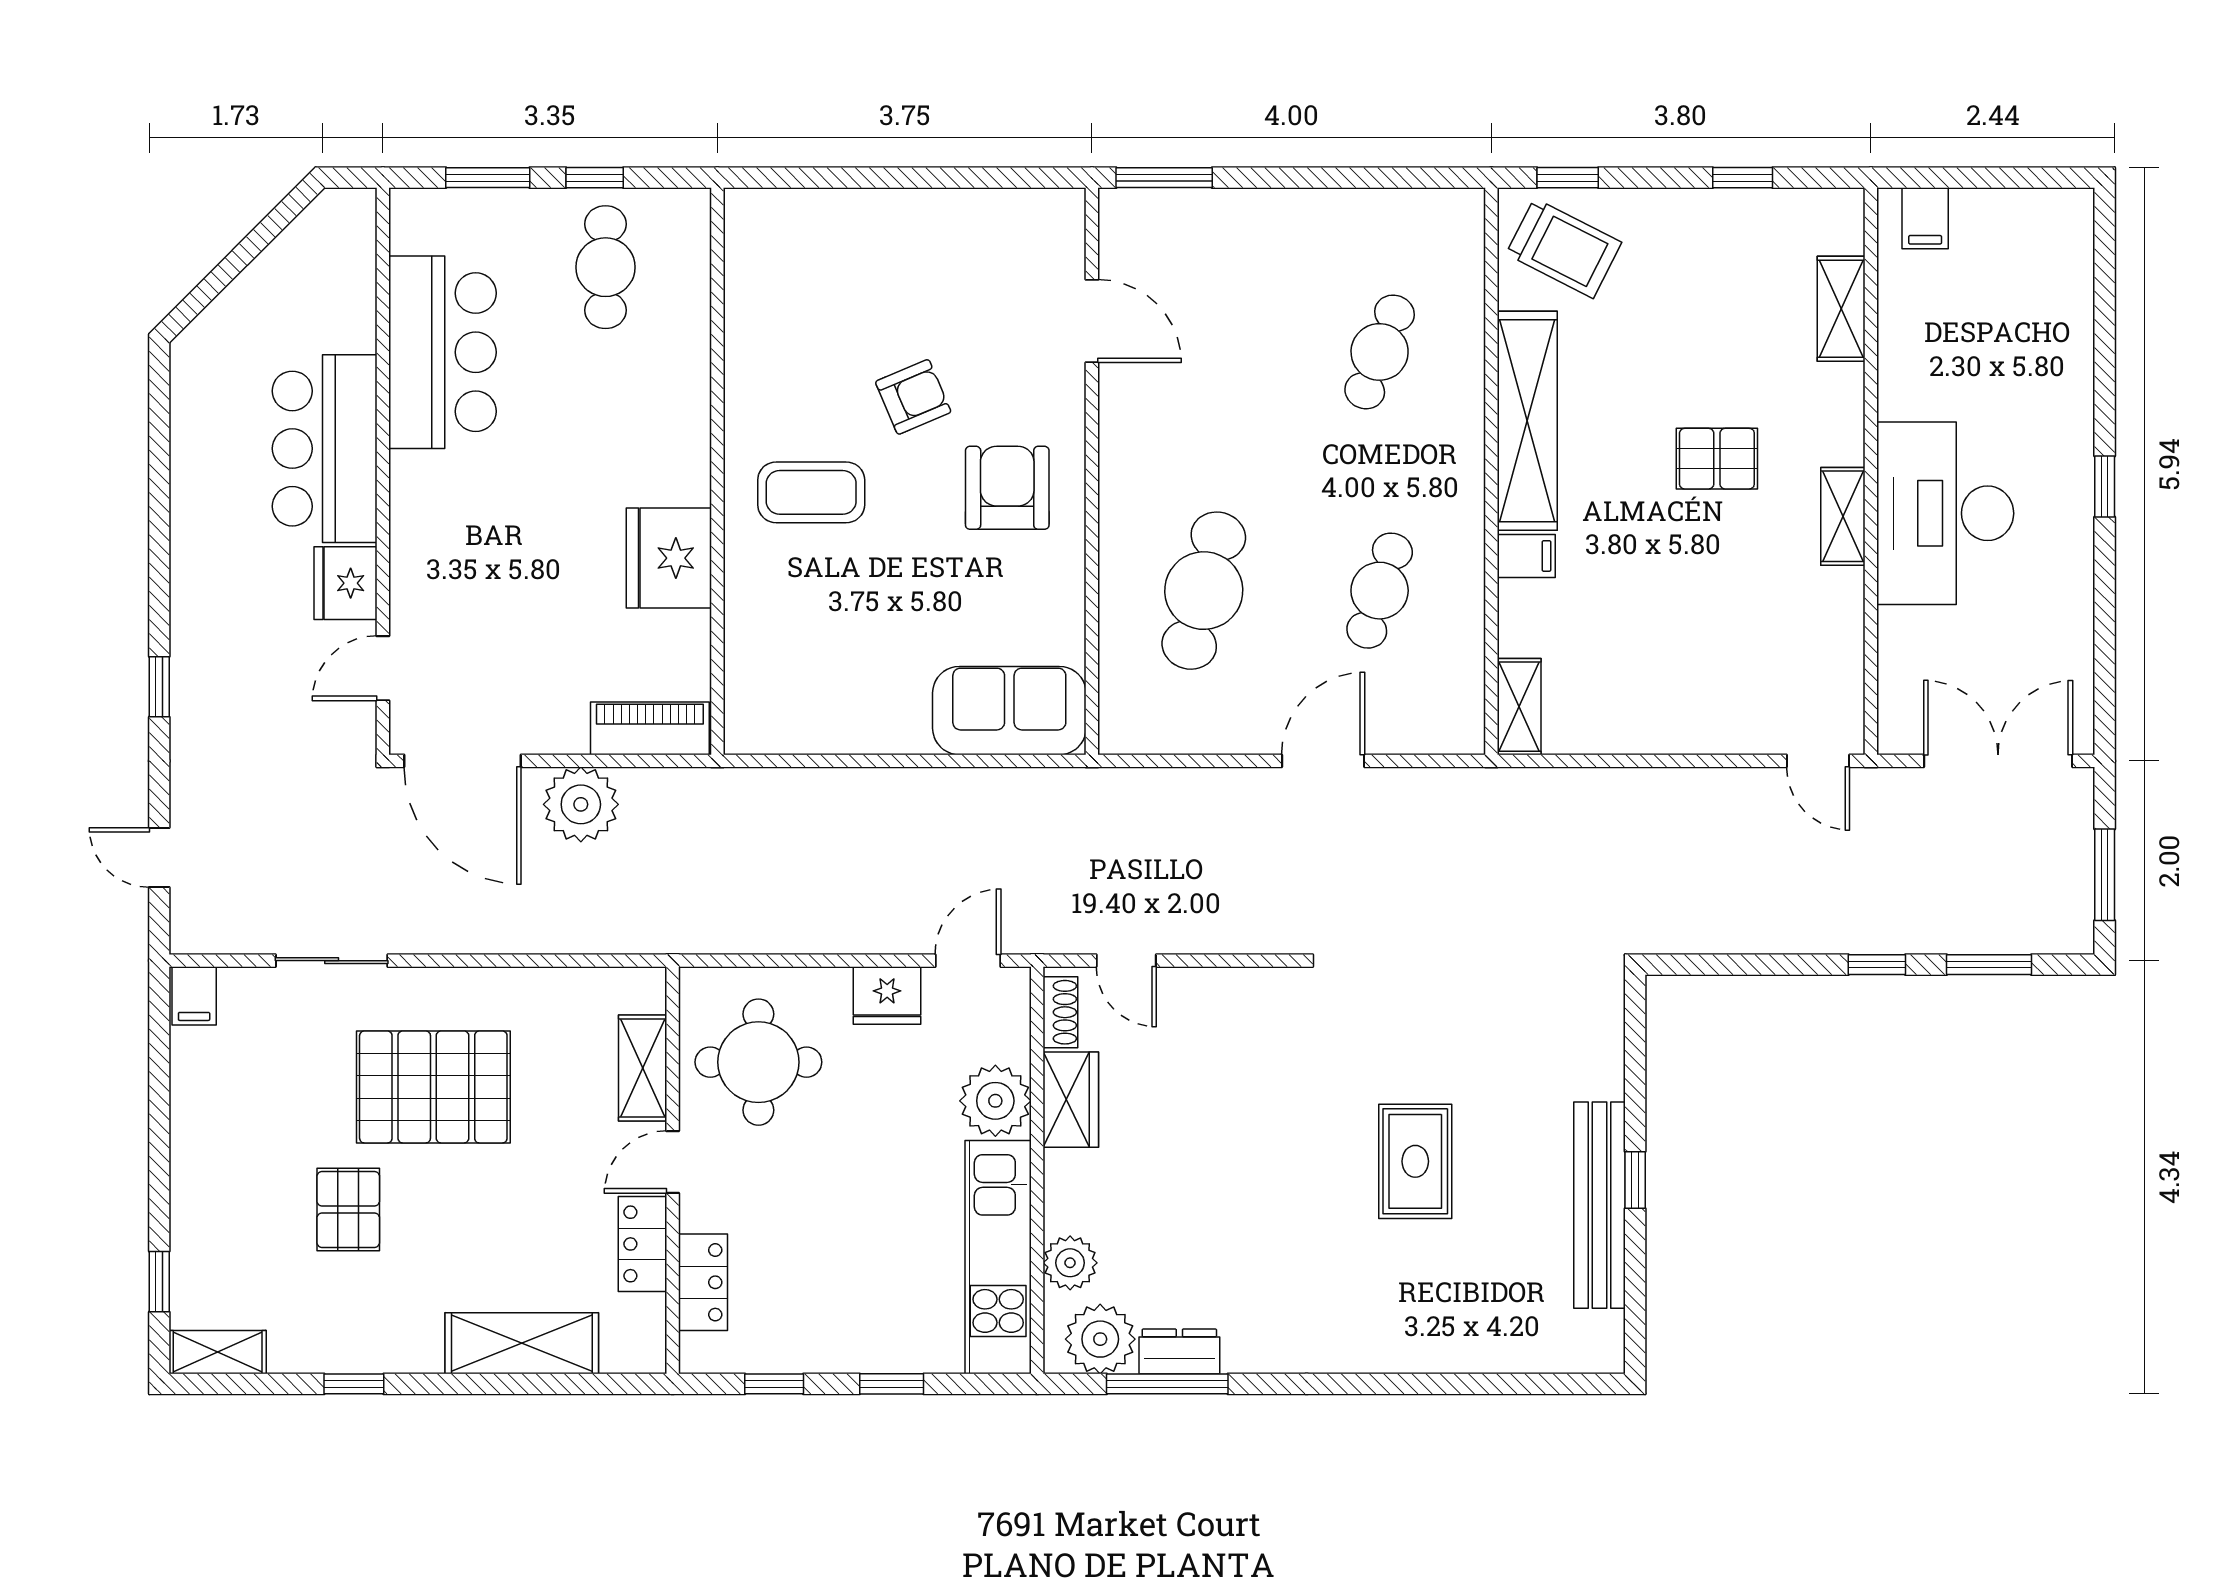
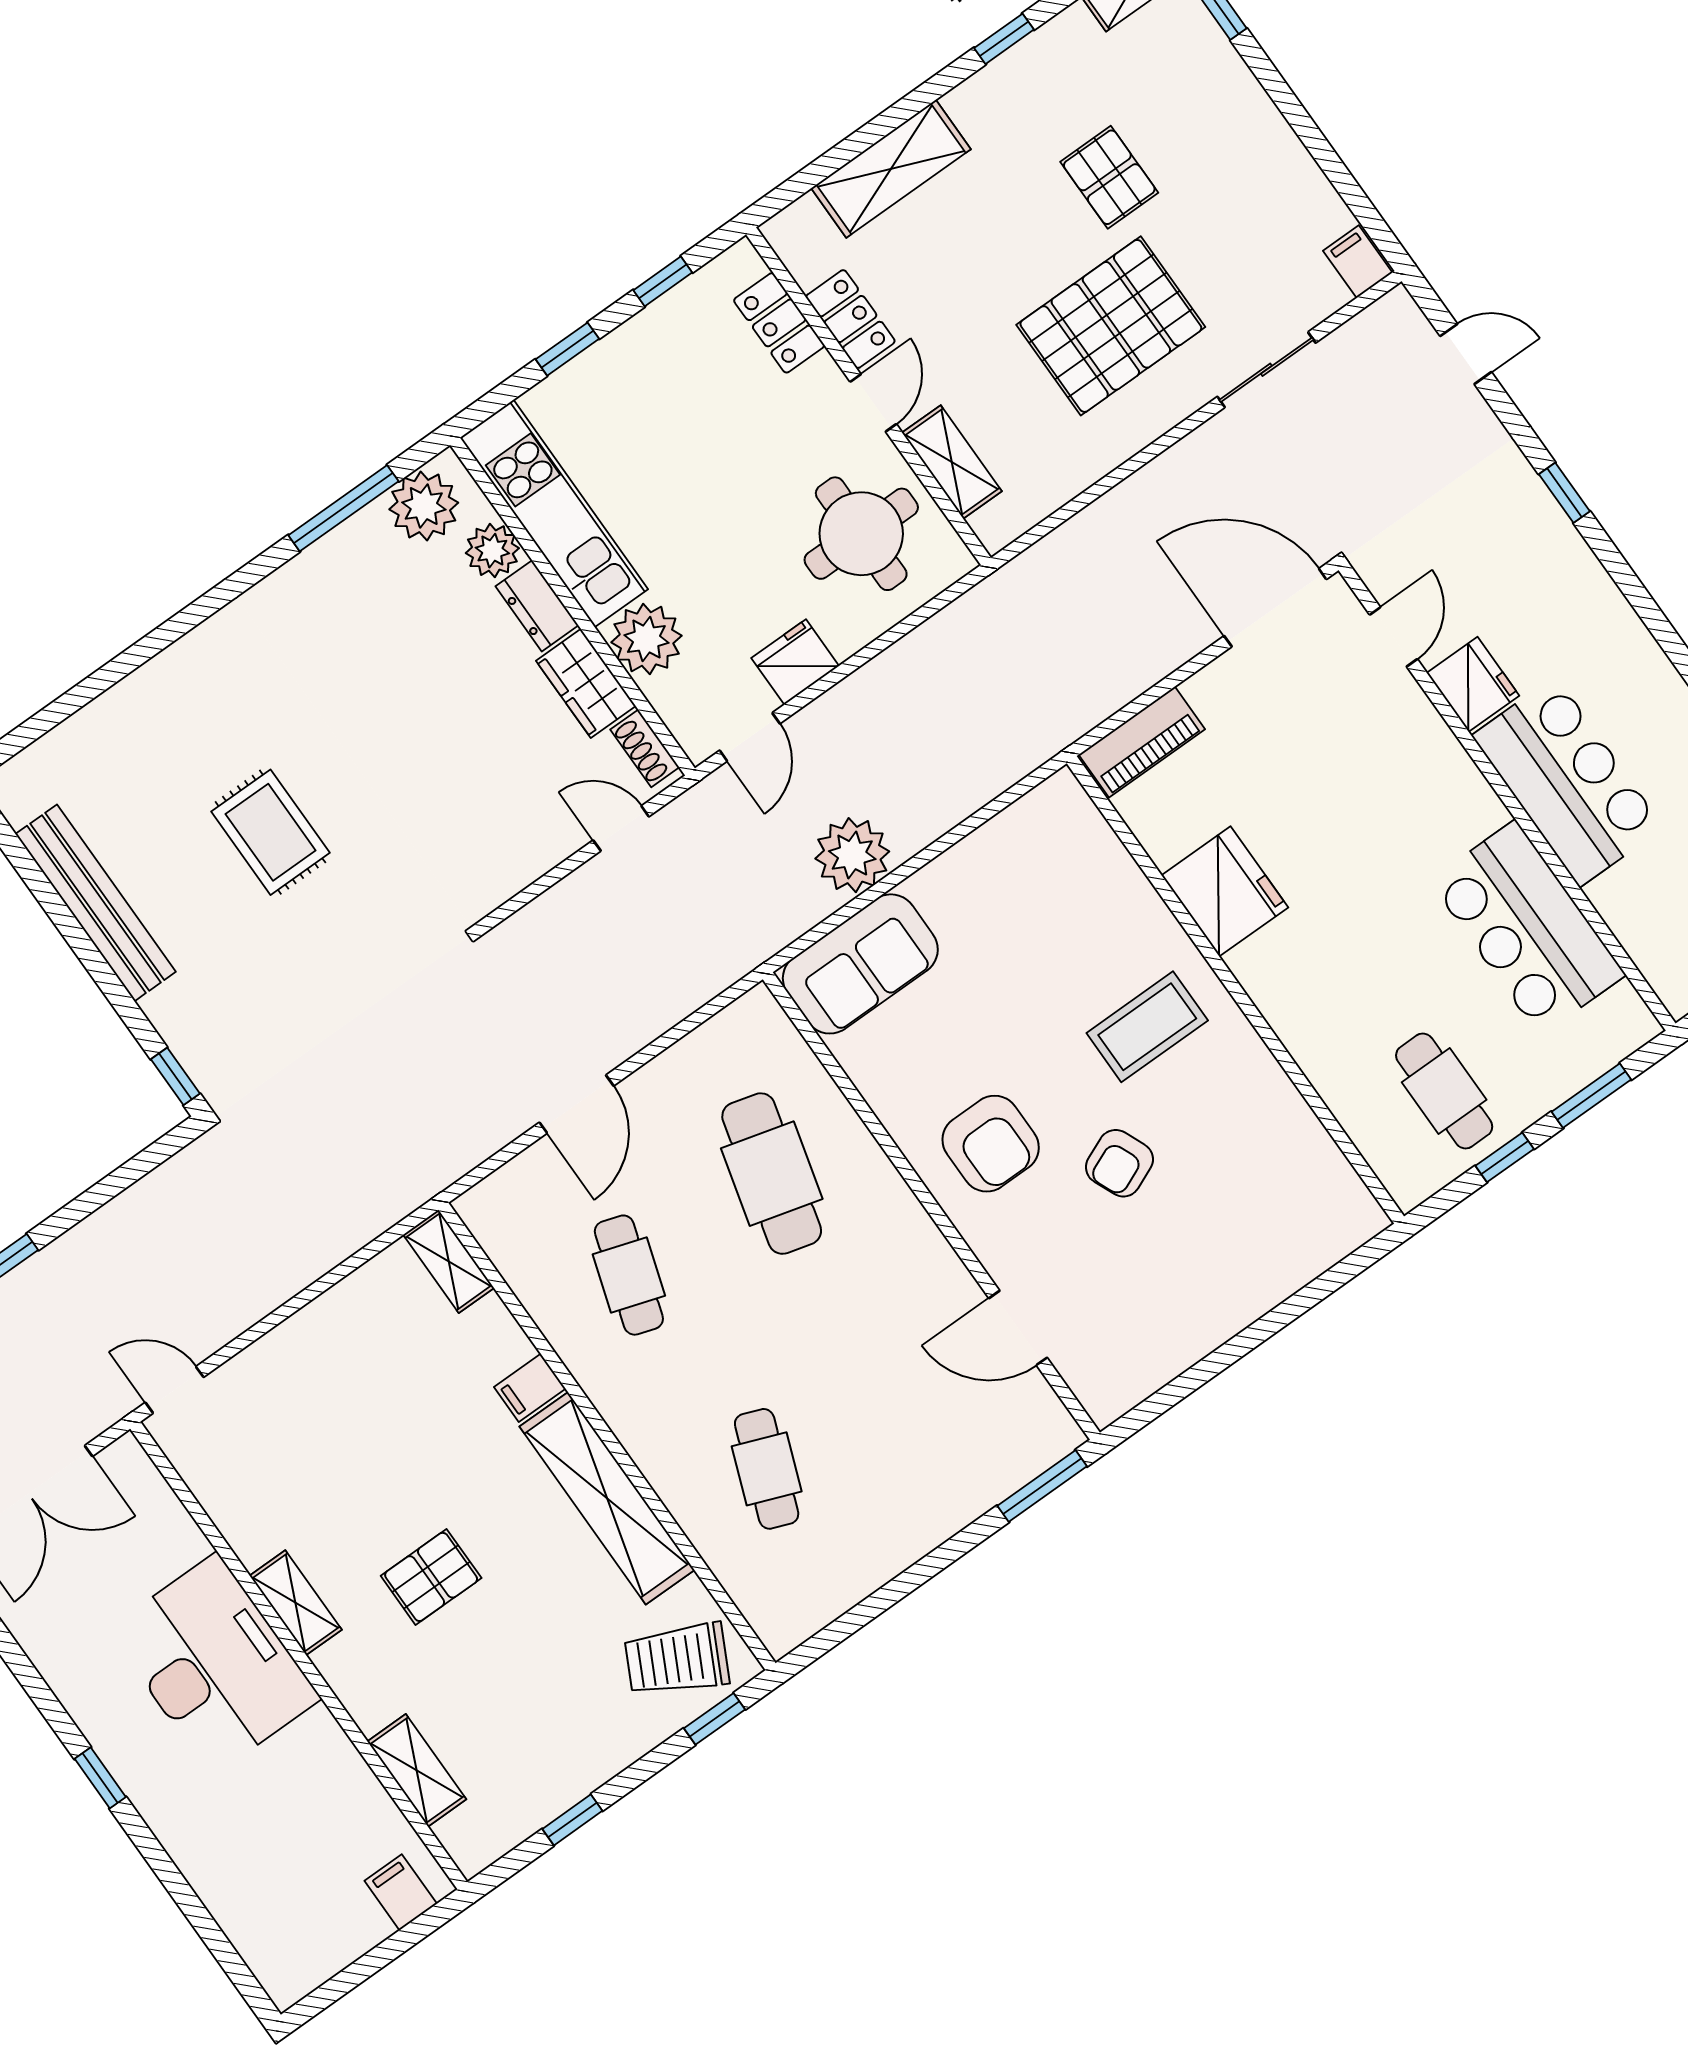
plant: (581, 804) -> (852, 855), moved
window: (1635, 1180) -> (175, 1076), moved
dresser: (1179, 1351) -> (537, 606), moved, turned 90

